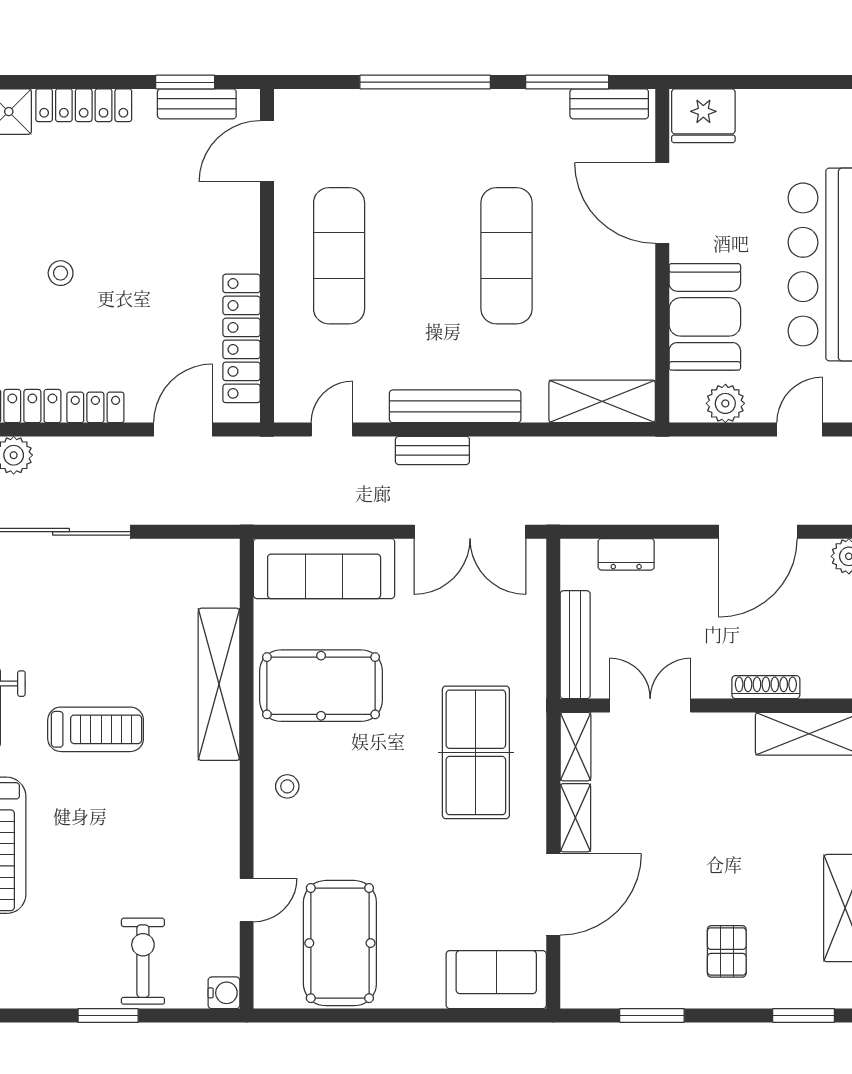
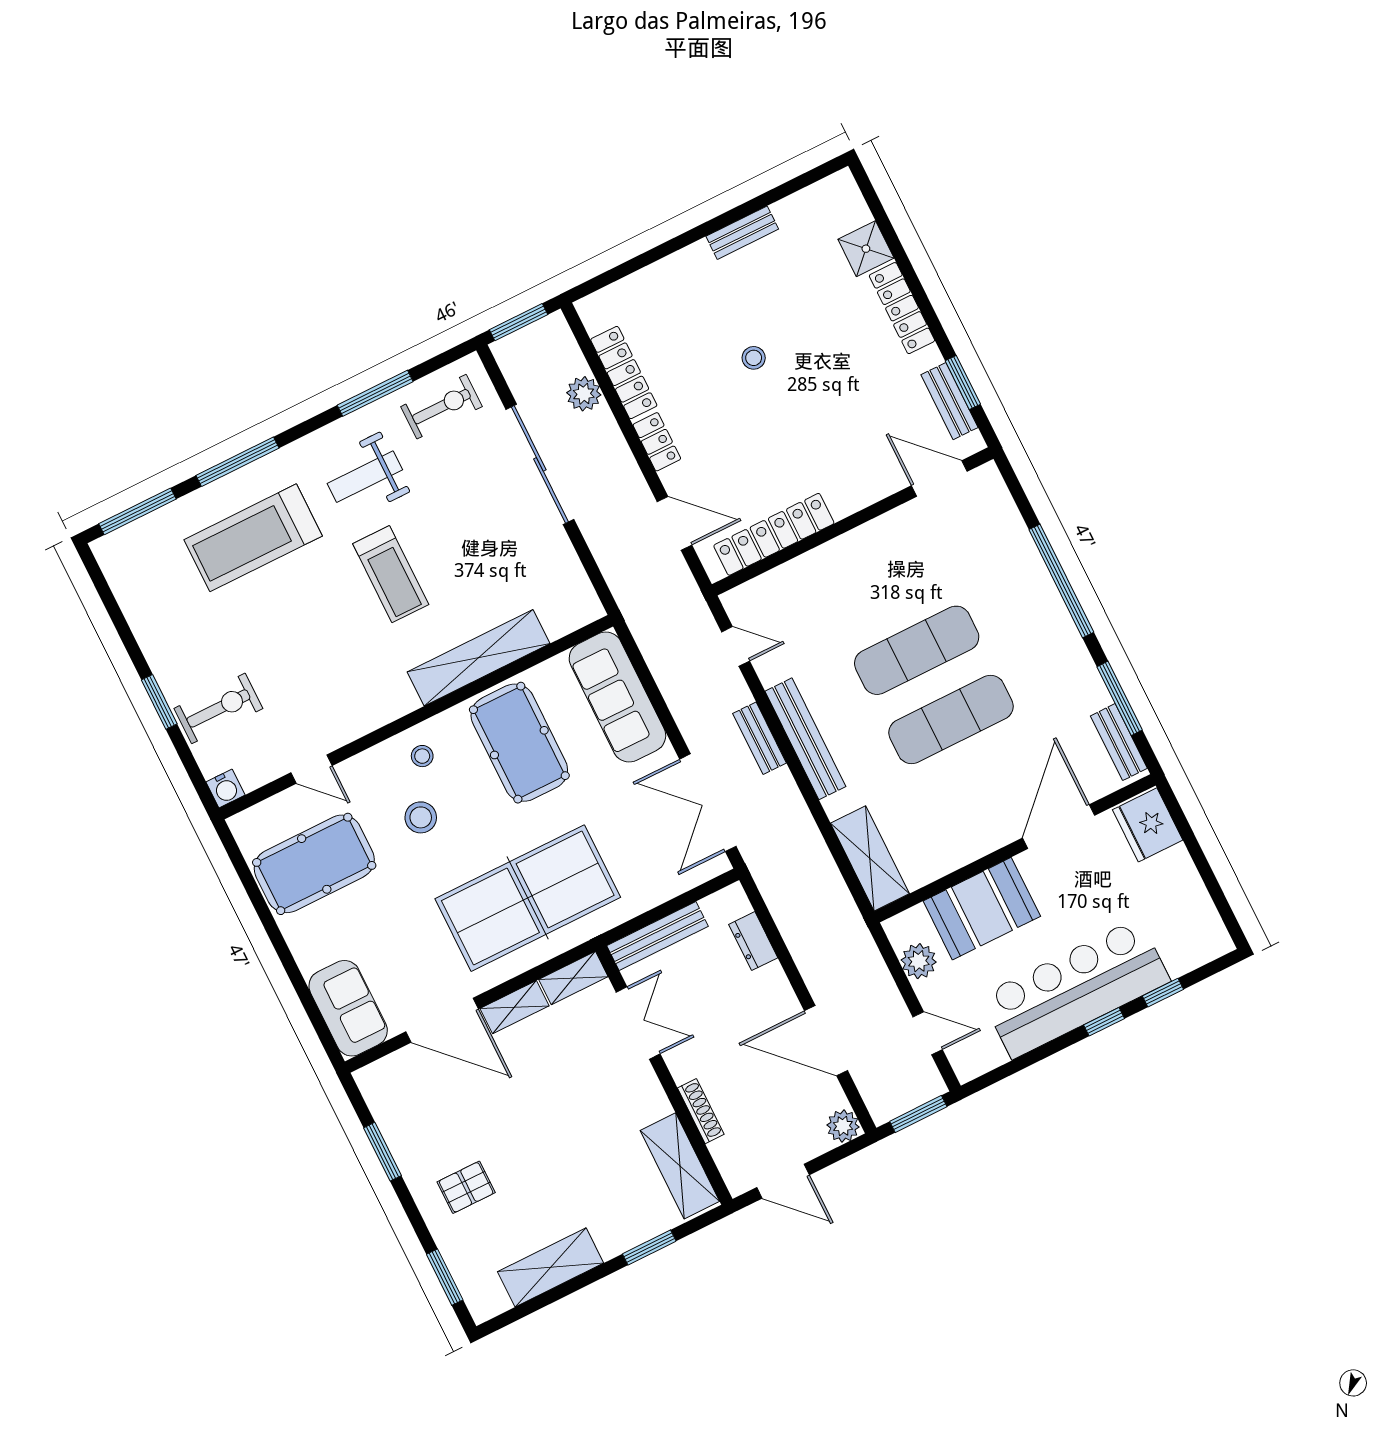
exercise mat: (339, 256) -> (917, 650), moved
table tennis table: (476, 752) -> (528, 898), width x1.36, depth x1.32
stool: (346, 817) -> (421, 817), added

